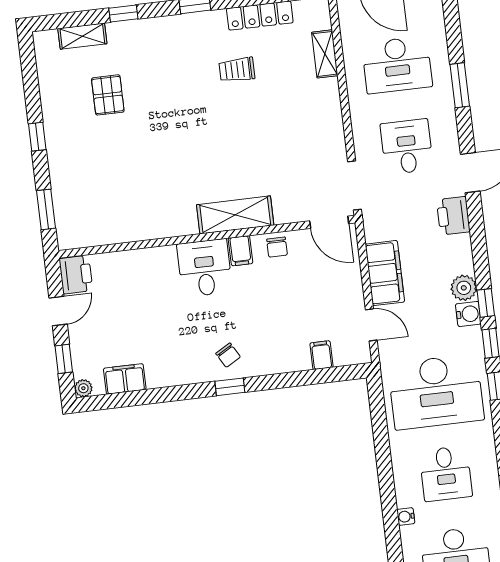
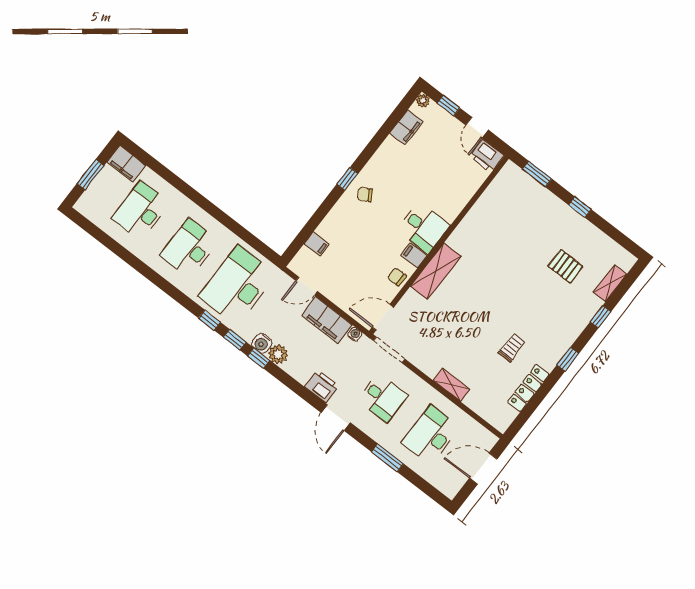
shelving: (325, 54) -> (452, 385), moved
desk: (446, 474) -> (189, 248), width x1.37
water cooler: (406, 517) -> (355, 334), moved

